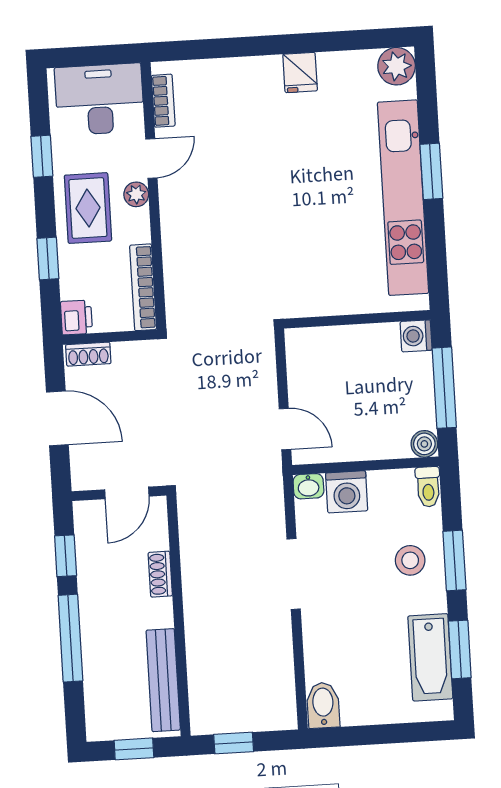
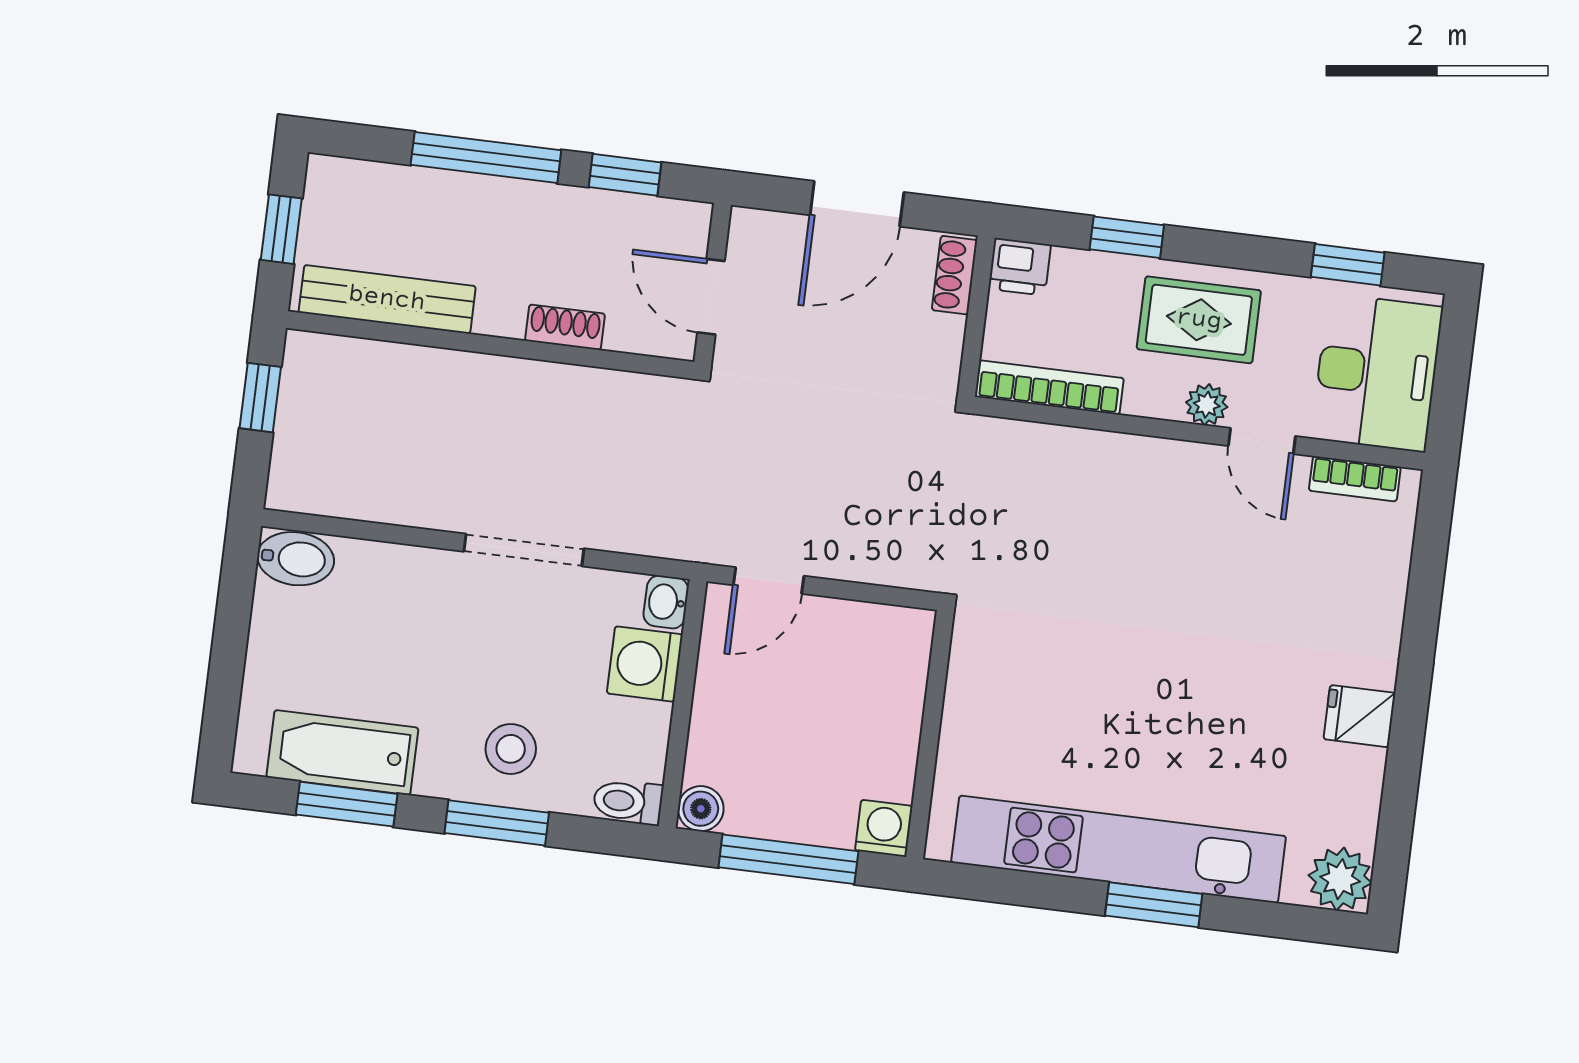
window: (42, 156) -> (1348, 265), moved

